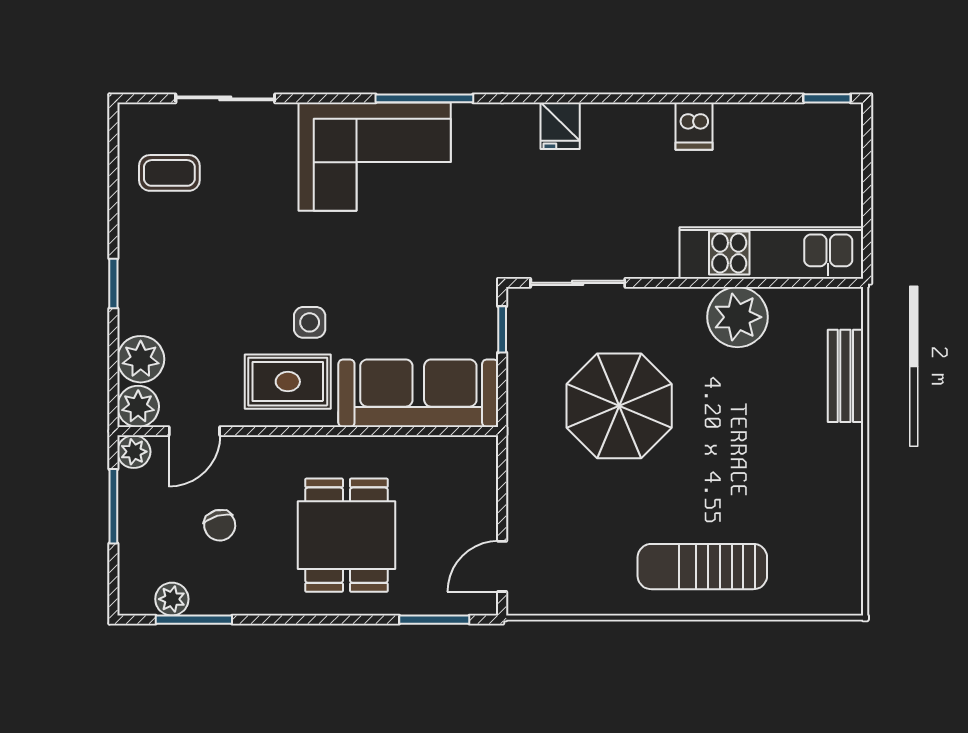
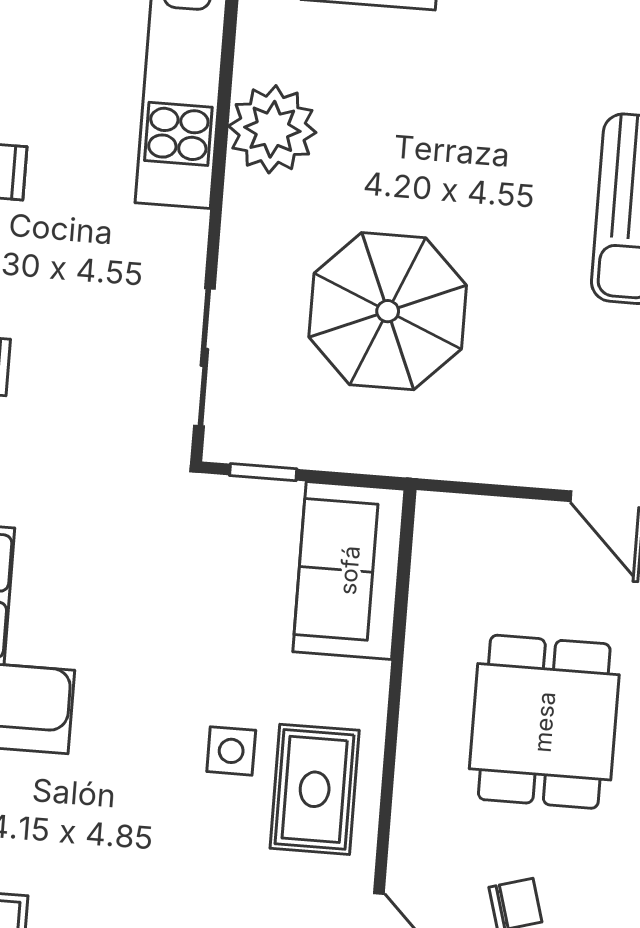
sofa: (418, 393) -> (349, 570), width x0.73
dining table: (346, 535) -> (544, 722), turned 90

